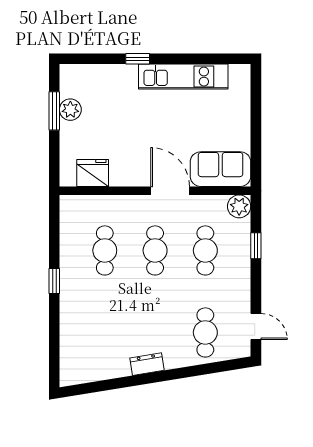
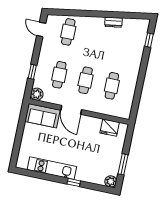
plant: (70, 110) -> (111, 181), moved
window: (54, 281) -> (149, 40), moved
dresser: (147, 364) -> (113, 22), moved

